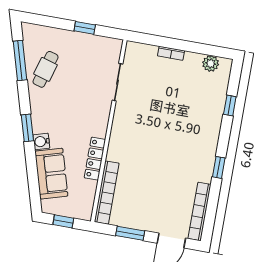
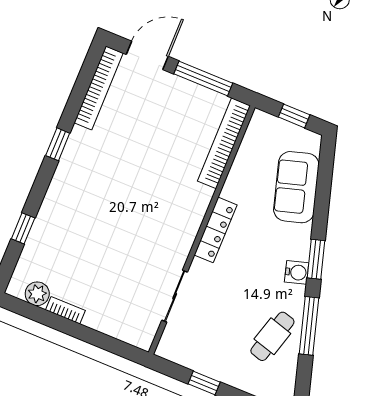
bookcase: (171, 53) -> (65, 310), moved
window: (20, 60) -> (309, 326), moved
water cooler: (41, 141) -> (297, 272), moved
locker: (95, 159) -> (216, 230), moved
window: (130, 233) -> (203, 79), width x1.44

